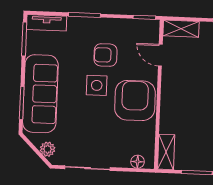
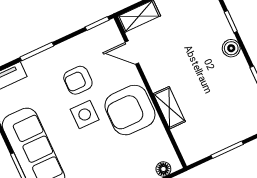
armchair: (135, 100) -> (130, 110), turned -90
shelving: (166, 152) -> (169, 108), moved

